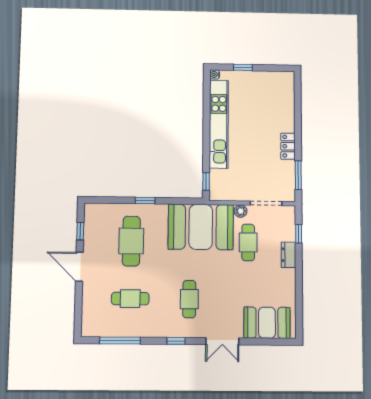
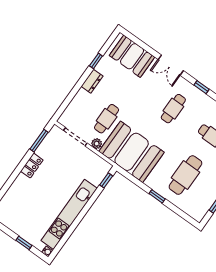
window: (299, 234) -> (96, 61), moved
dresser: (289, 255) -> (92, 81), moved
double door: (222, 341) -> (171, 65), swing flipped

